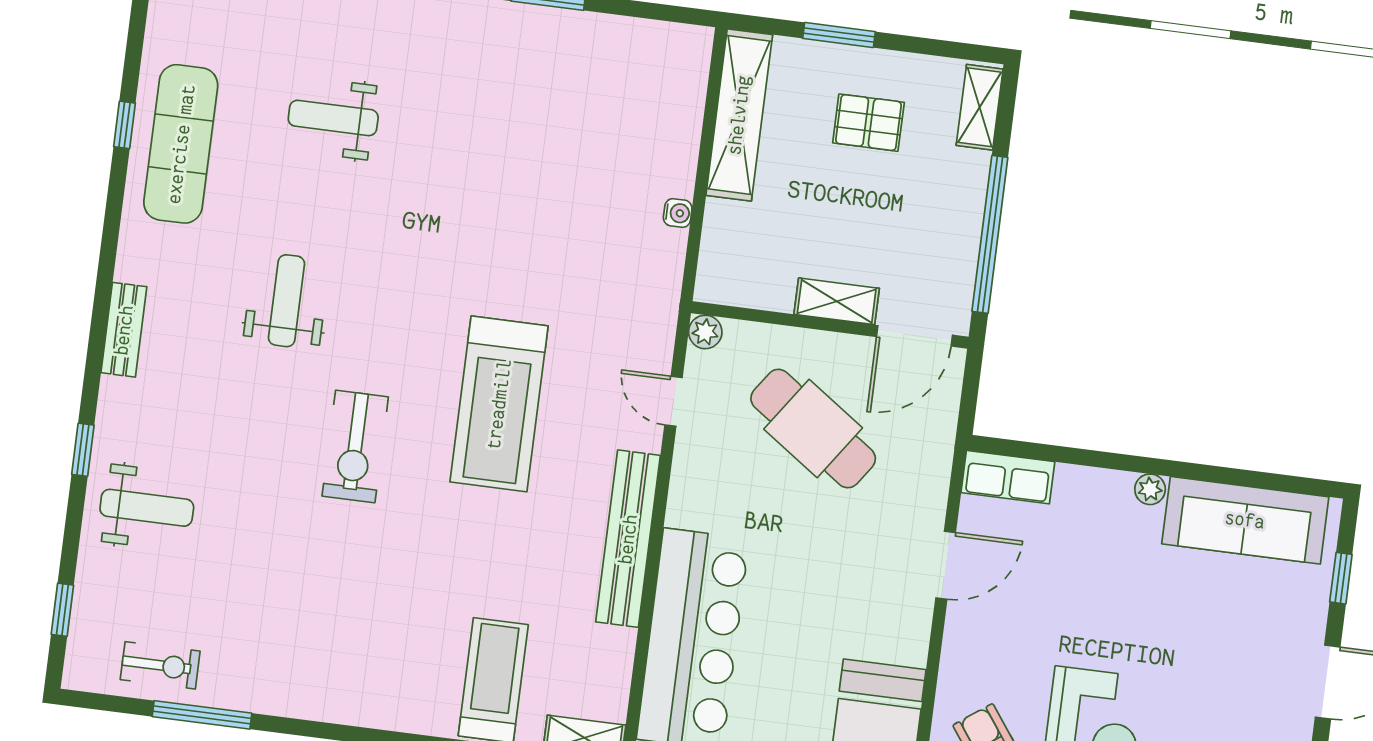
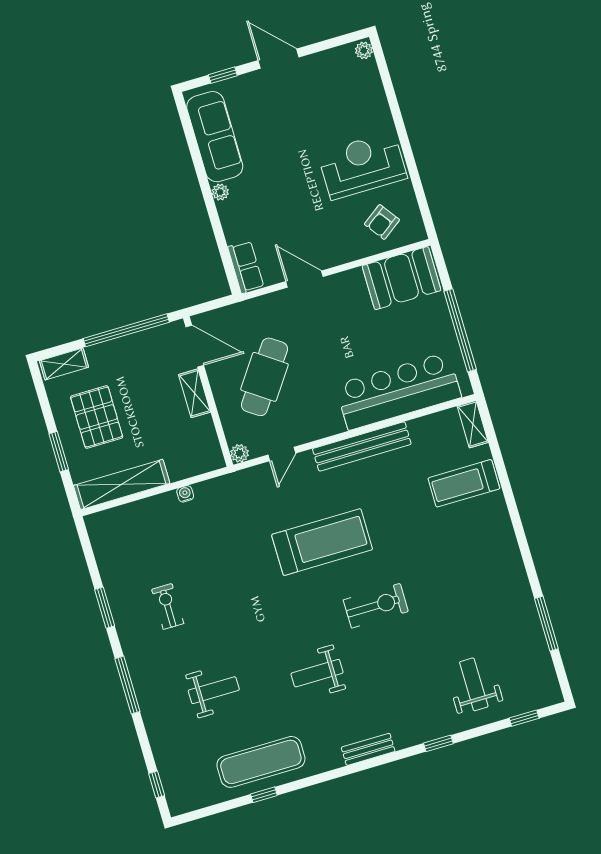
weight bench: (333, 118) -> (214, 690), turned -90
pallet: (868, 123) -> (97, 417), width x1.50, depth x1.42
weight bench: (147, 508) -> (474, 684), moved
exercise bike: (160, 665) -> (168, 606), moved

